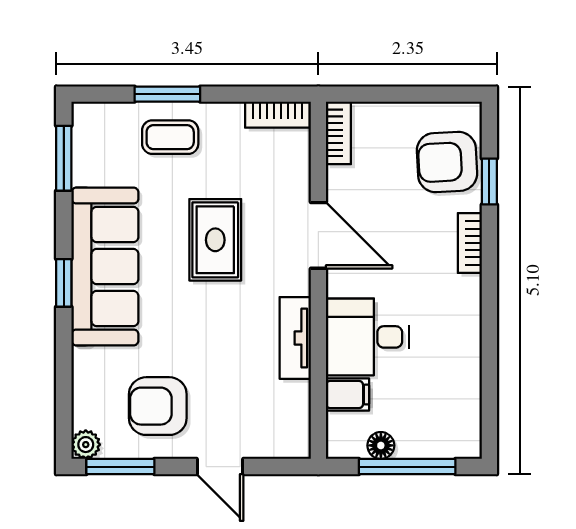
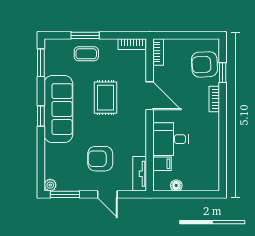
tv unit: (295, 338) -> (140, 174), moved
armchair: (158, 406) -> (100, 159), moved
window: (407, 467) -> (187, 194), removed

